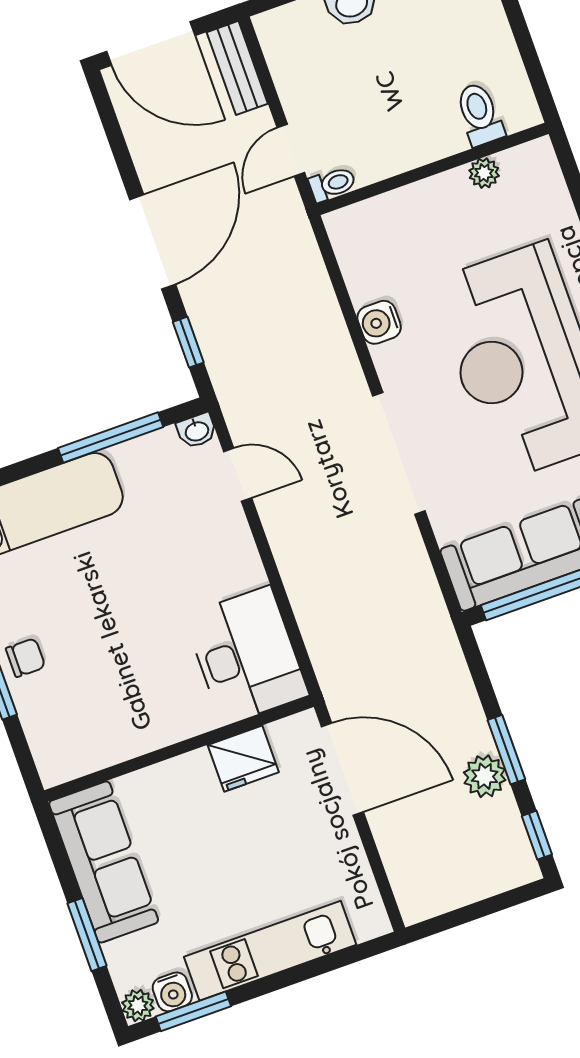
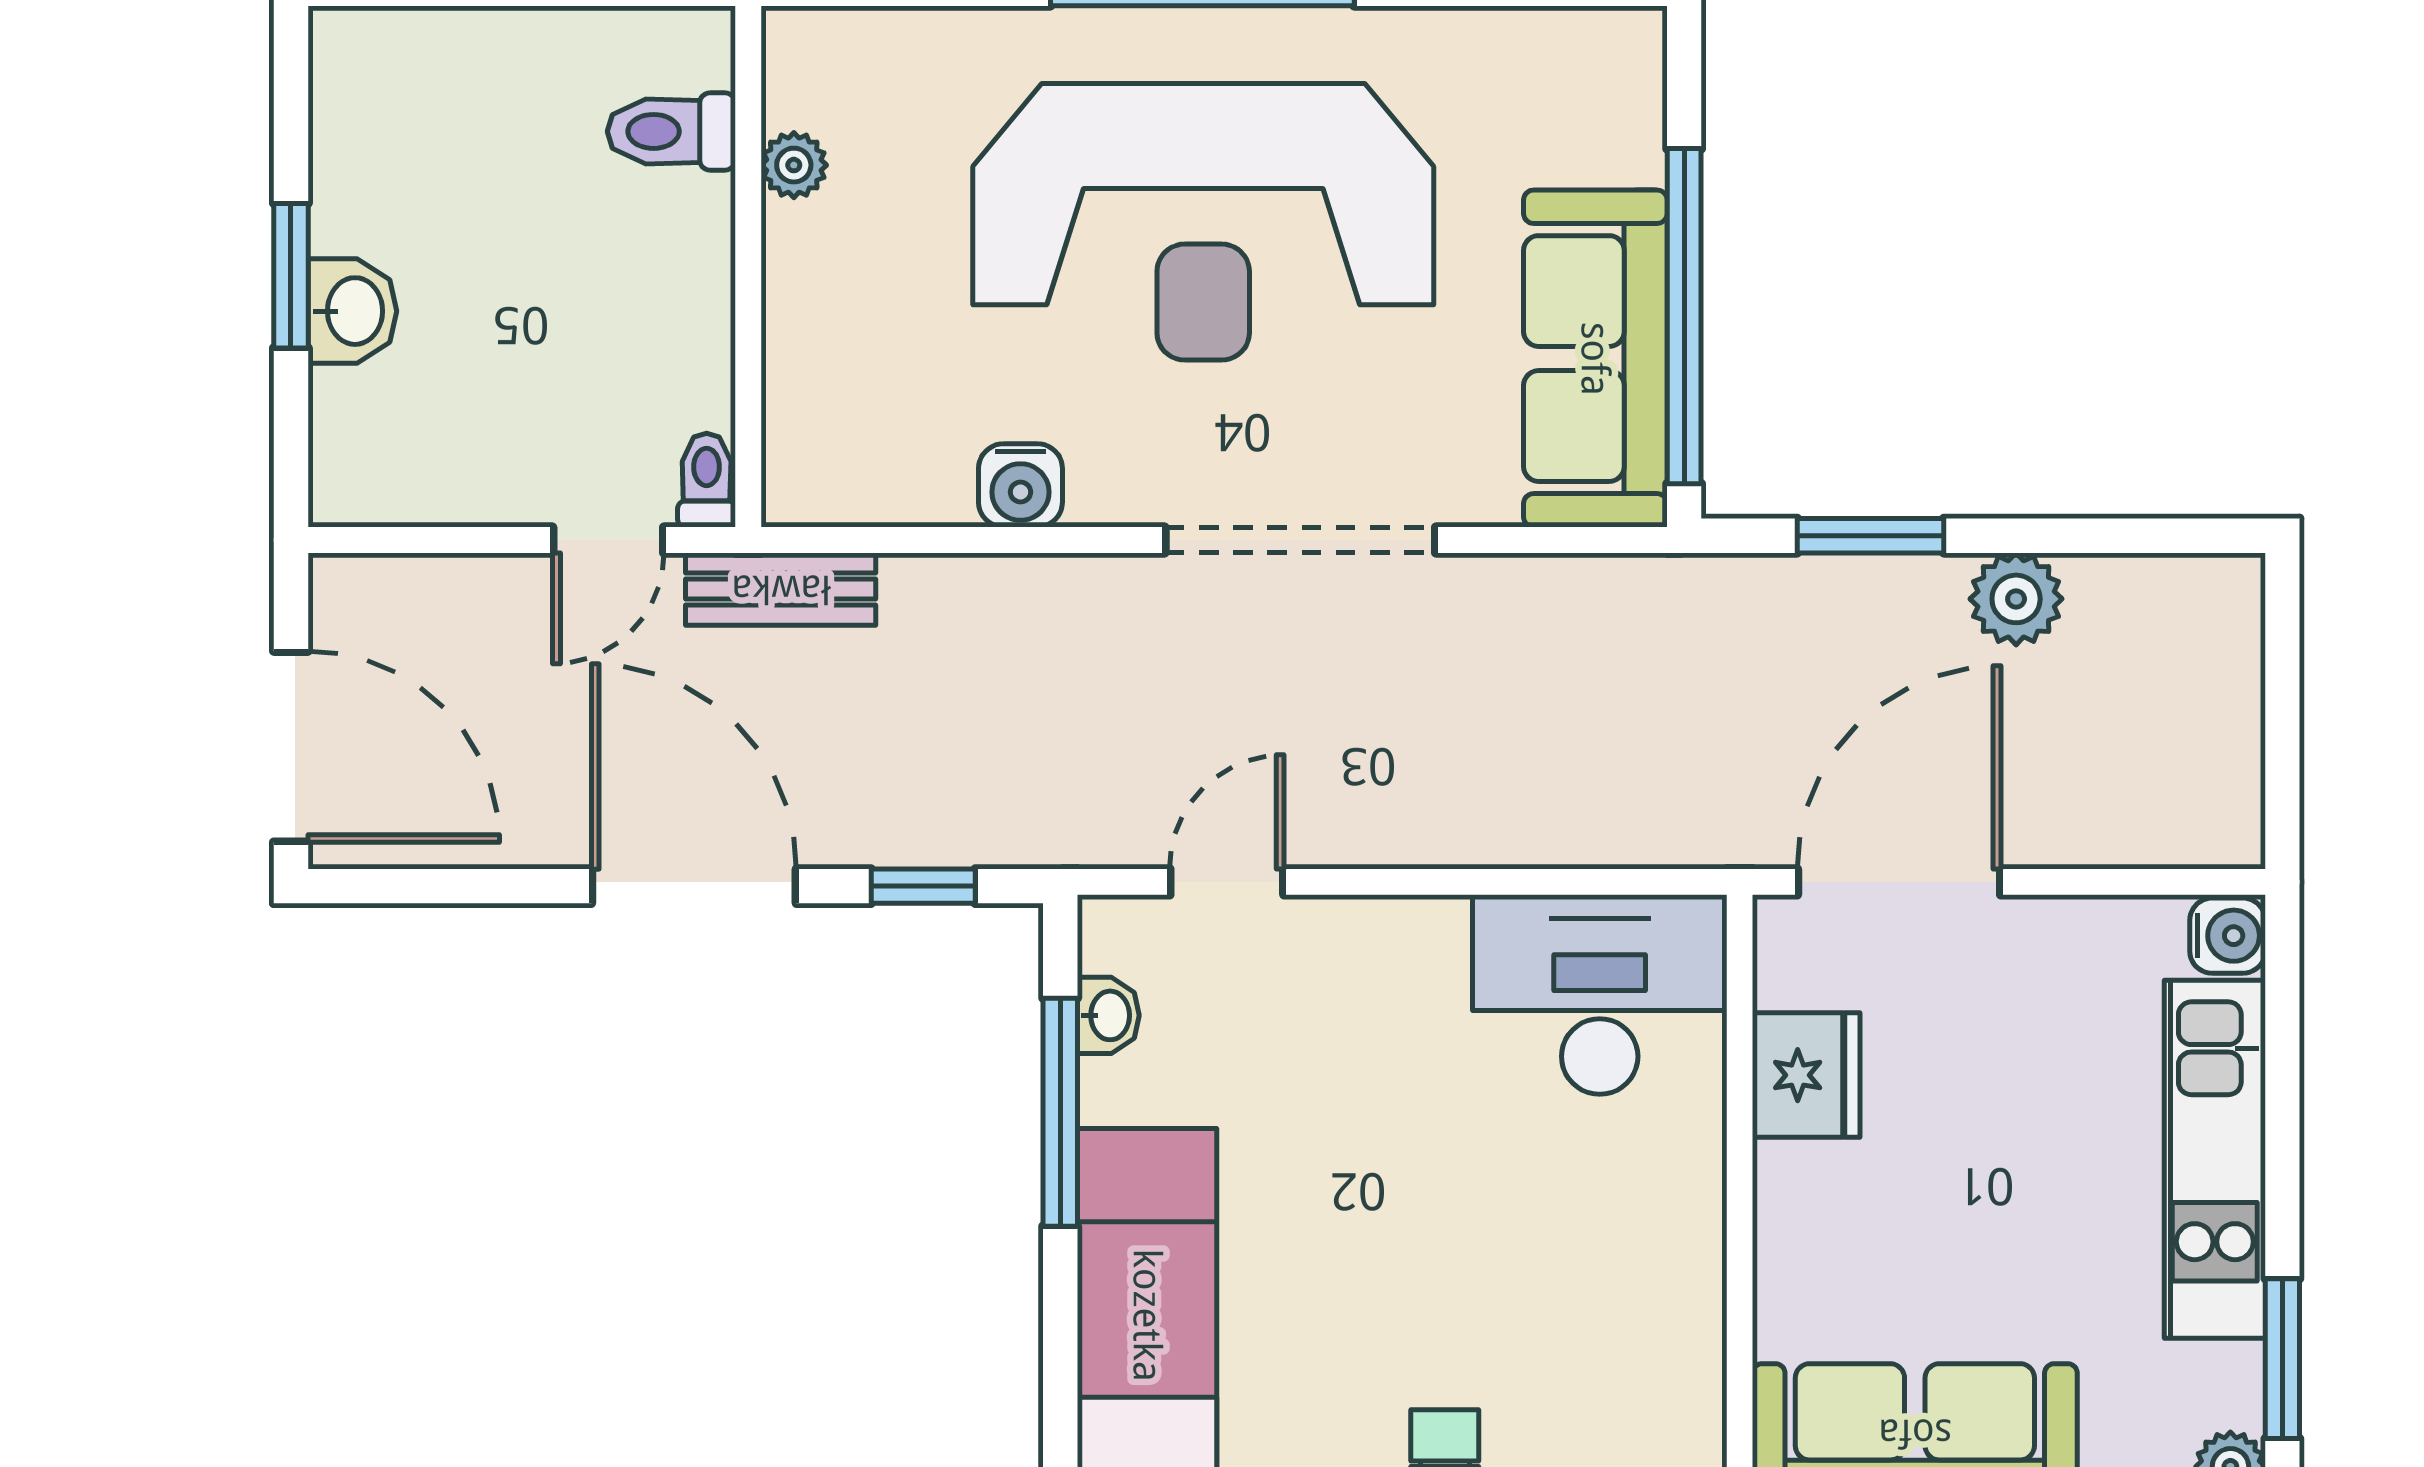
door: (151, 43) -> (291, 747), hinge flipped
bench: (237, 68) -> (781, 589), moved
door: (291, 150) -> (608, 540), hinge flipped
washbasin: (197, 431) -> (1108, 1015), moved
window: (506, 750) -> (1871, 536), moved
window: (537, 835) -> (2173, 536), removed
water cooler: (172, 992) -> (2228, 936), moved

